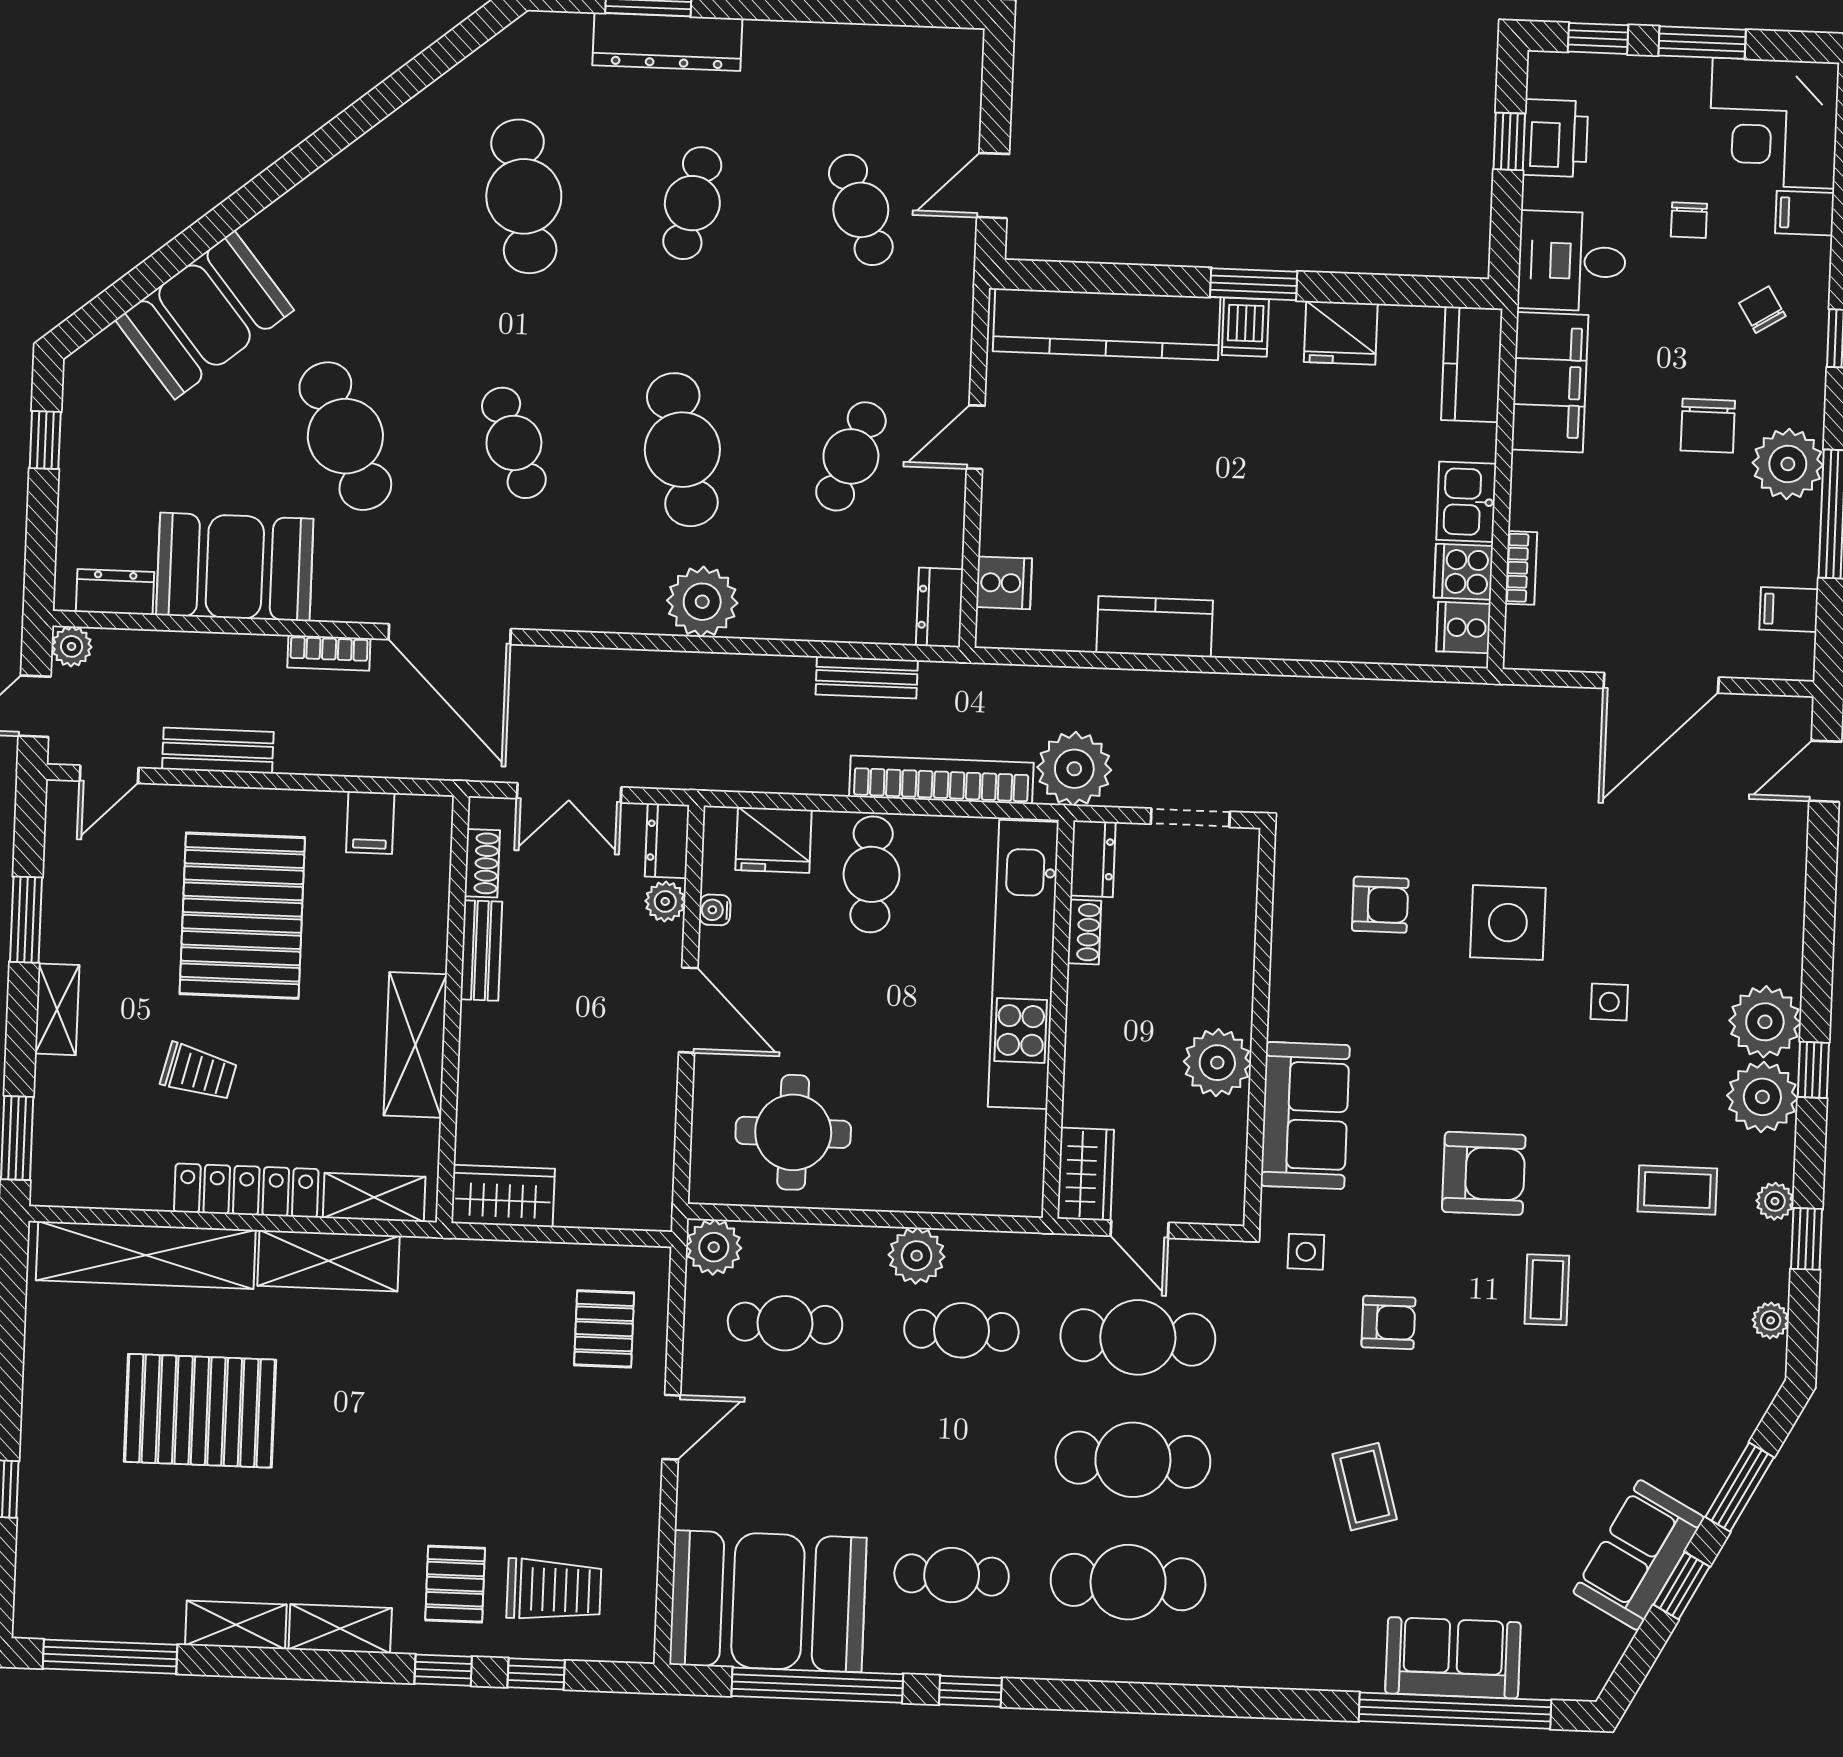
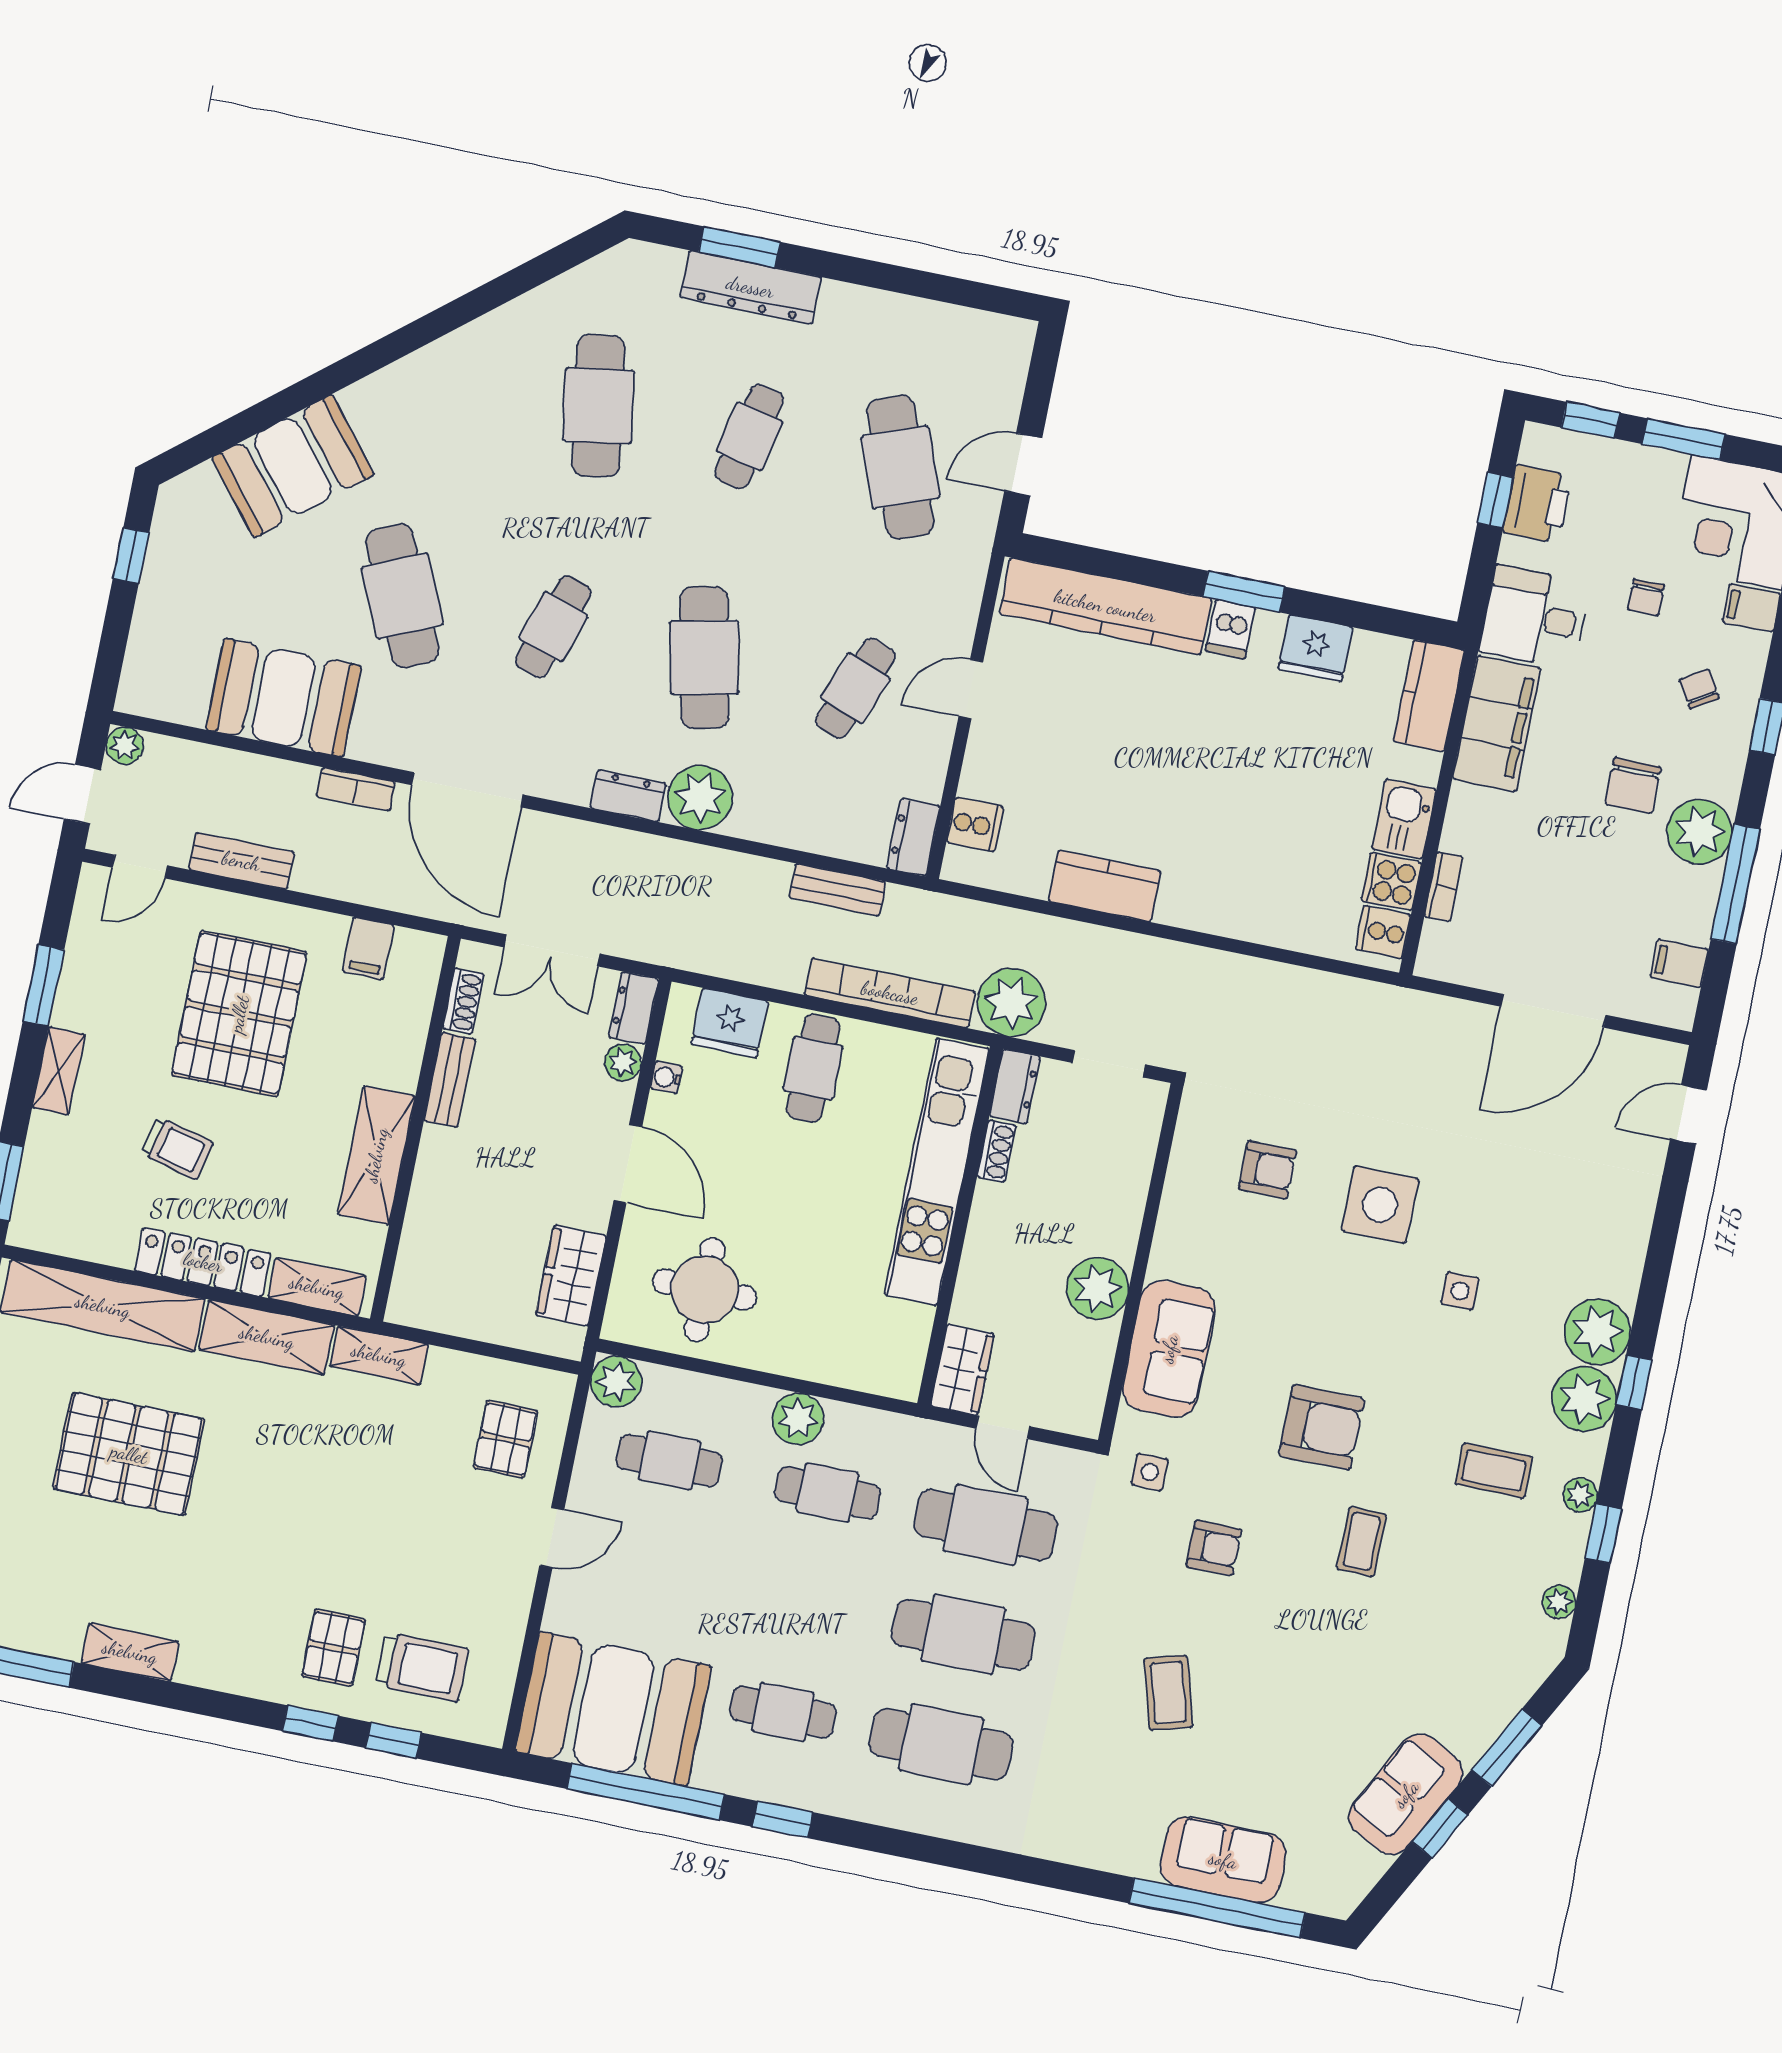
cafe table: (861, 210) -> (900, 467), width x1.37, depth x1.35
cafe table: (514, 443) -> (553, 627), turned 39
dresser: (115, 592) -> (628, 796), moved
wardrobe: (503, 1196) -> (571, 1276), moved, turned -90
shelving: (340, 1629) -> (379, 1355), moved

